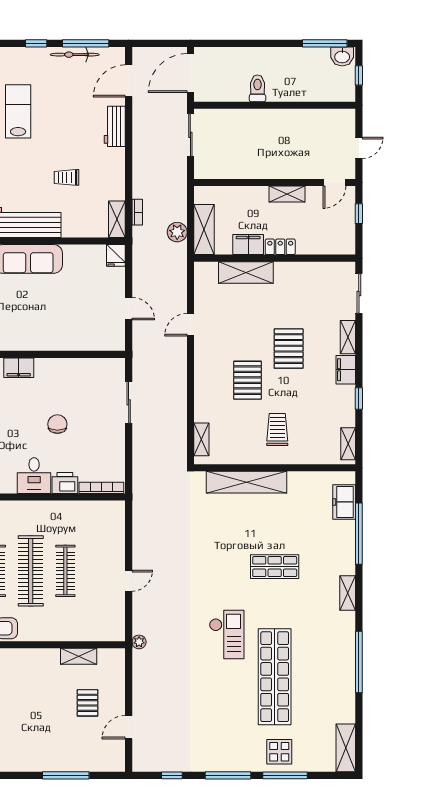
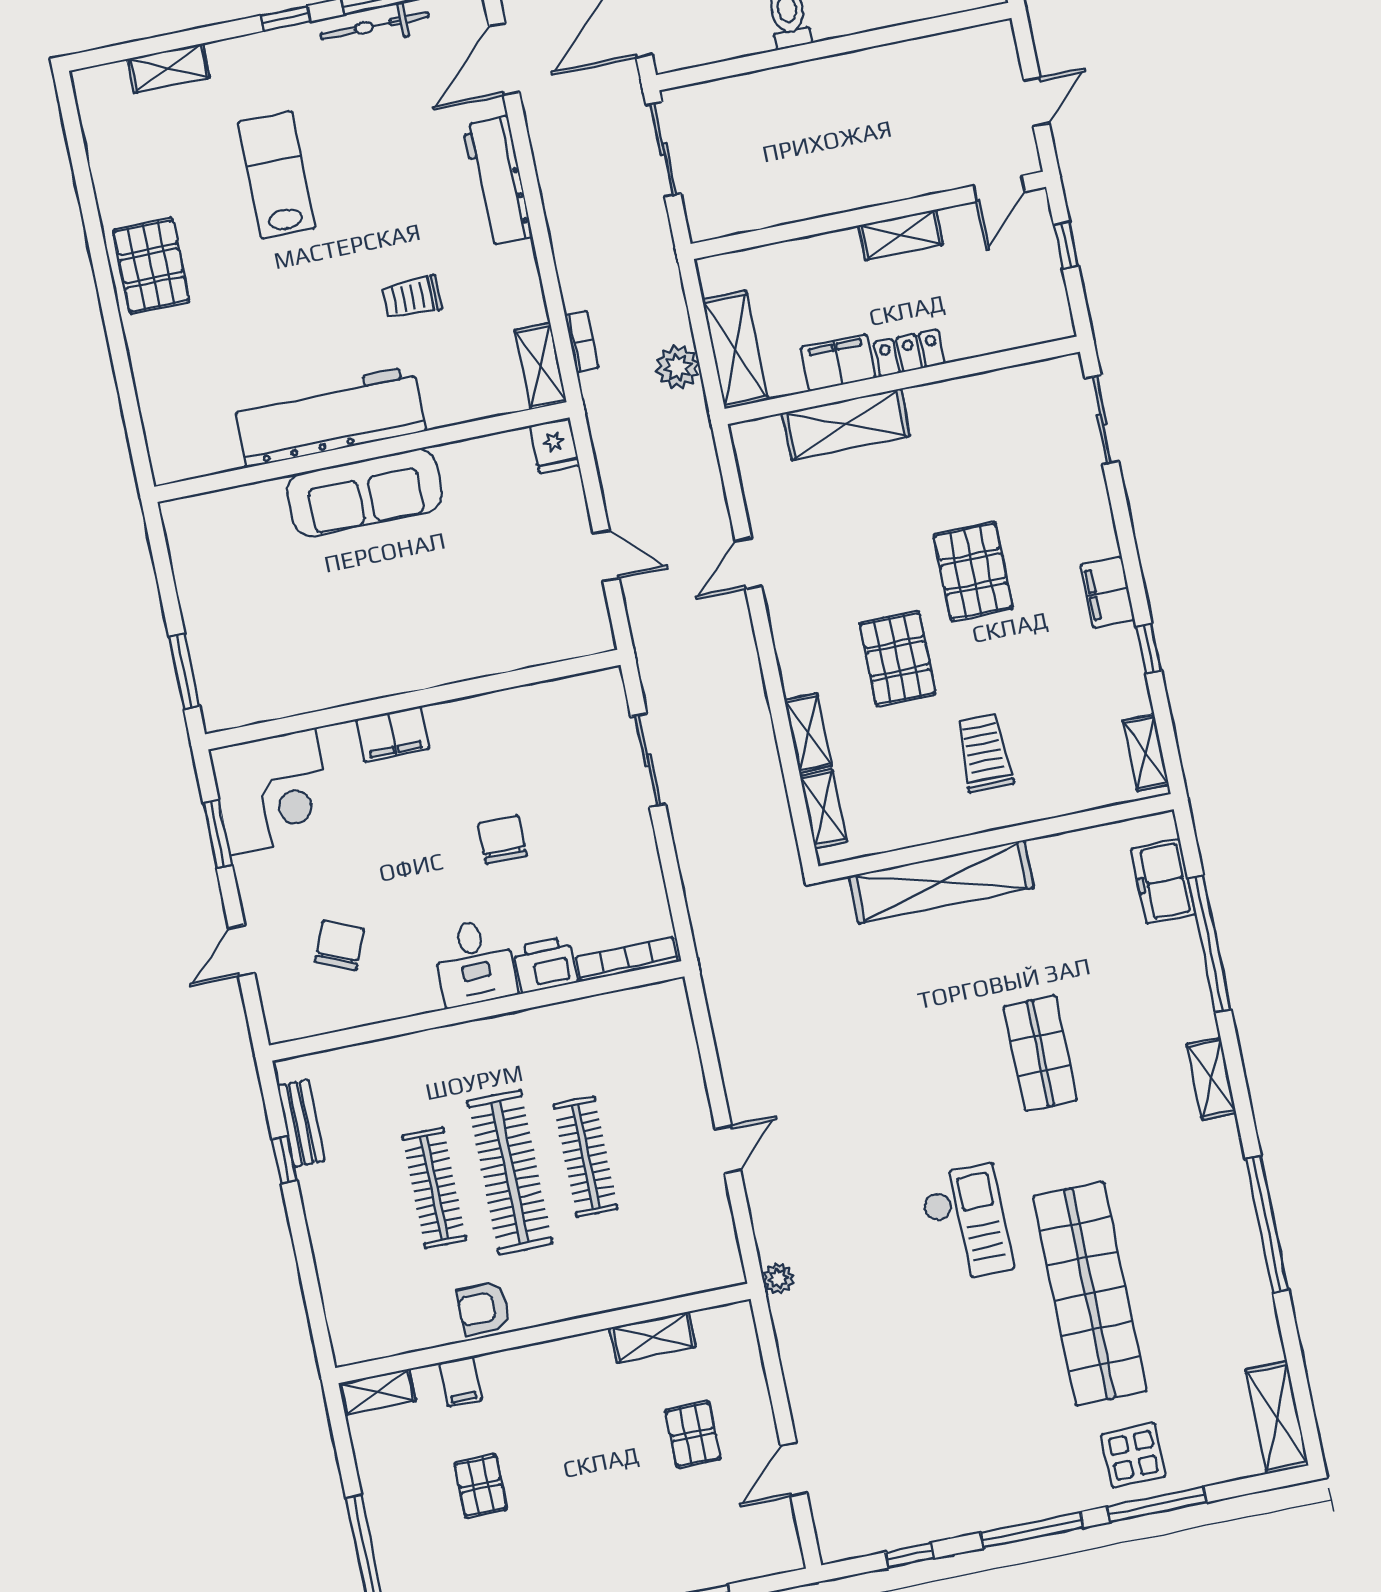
workbench: (115, 126) -> (498, 181), width x1.38
shelving: (348, 337) -> (808, 733), moved
shop shelf: (275, 567) -> (1040, 1053), turned 90

